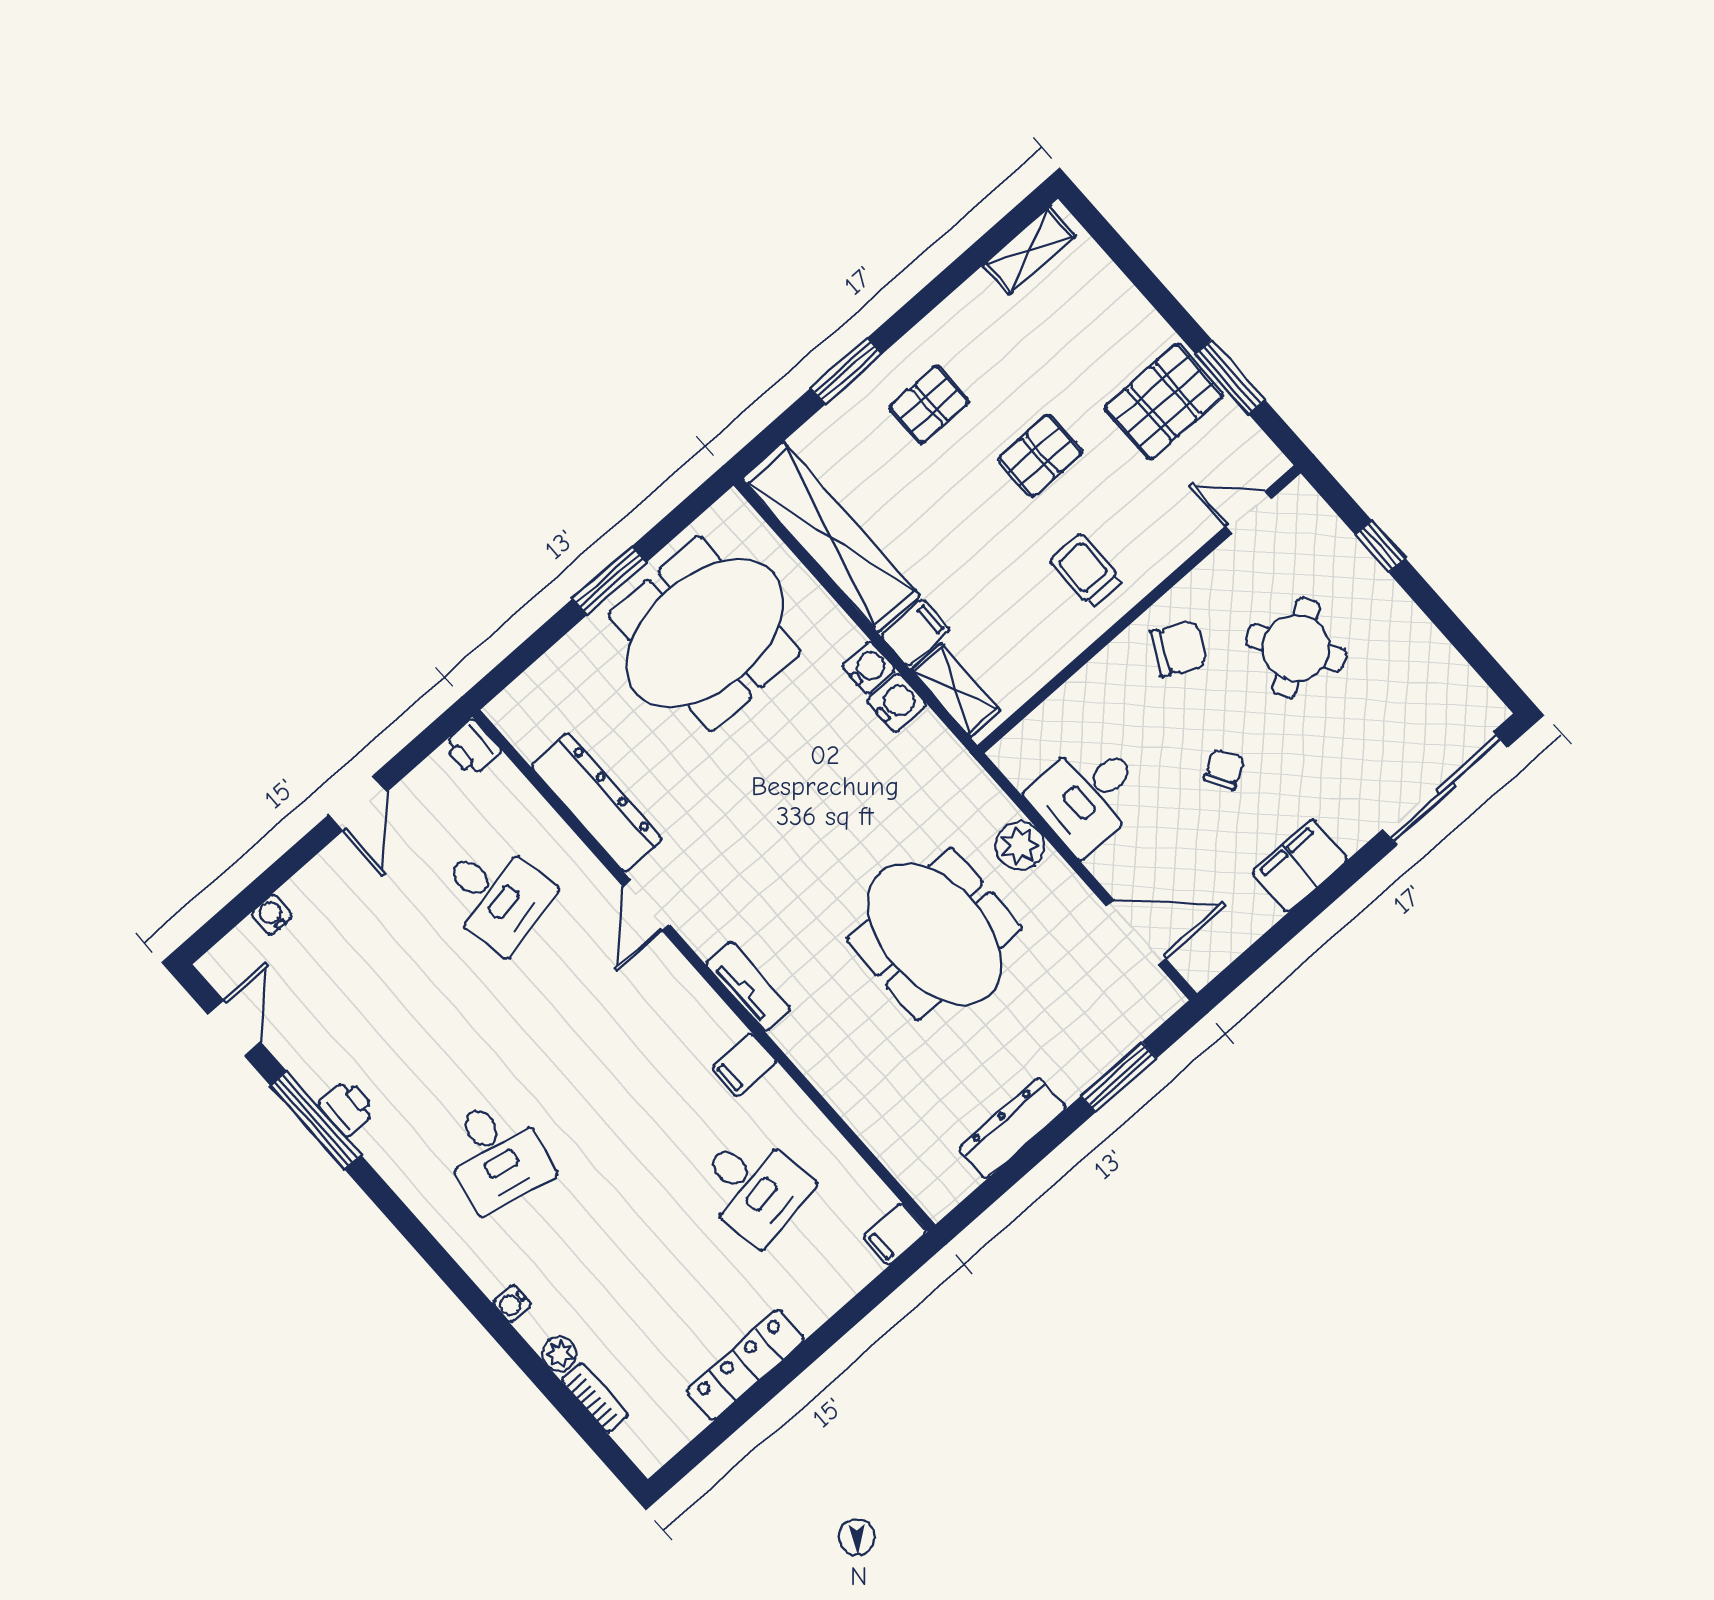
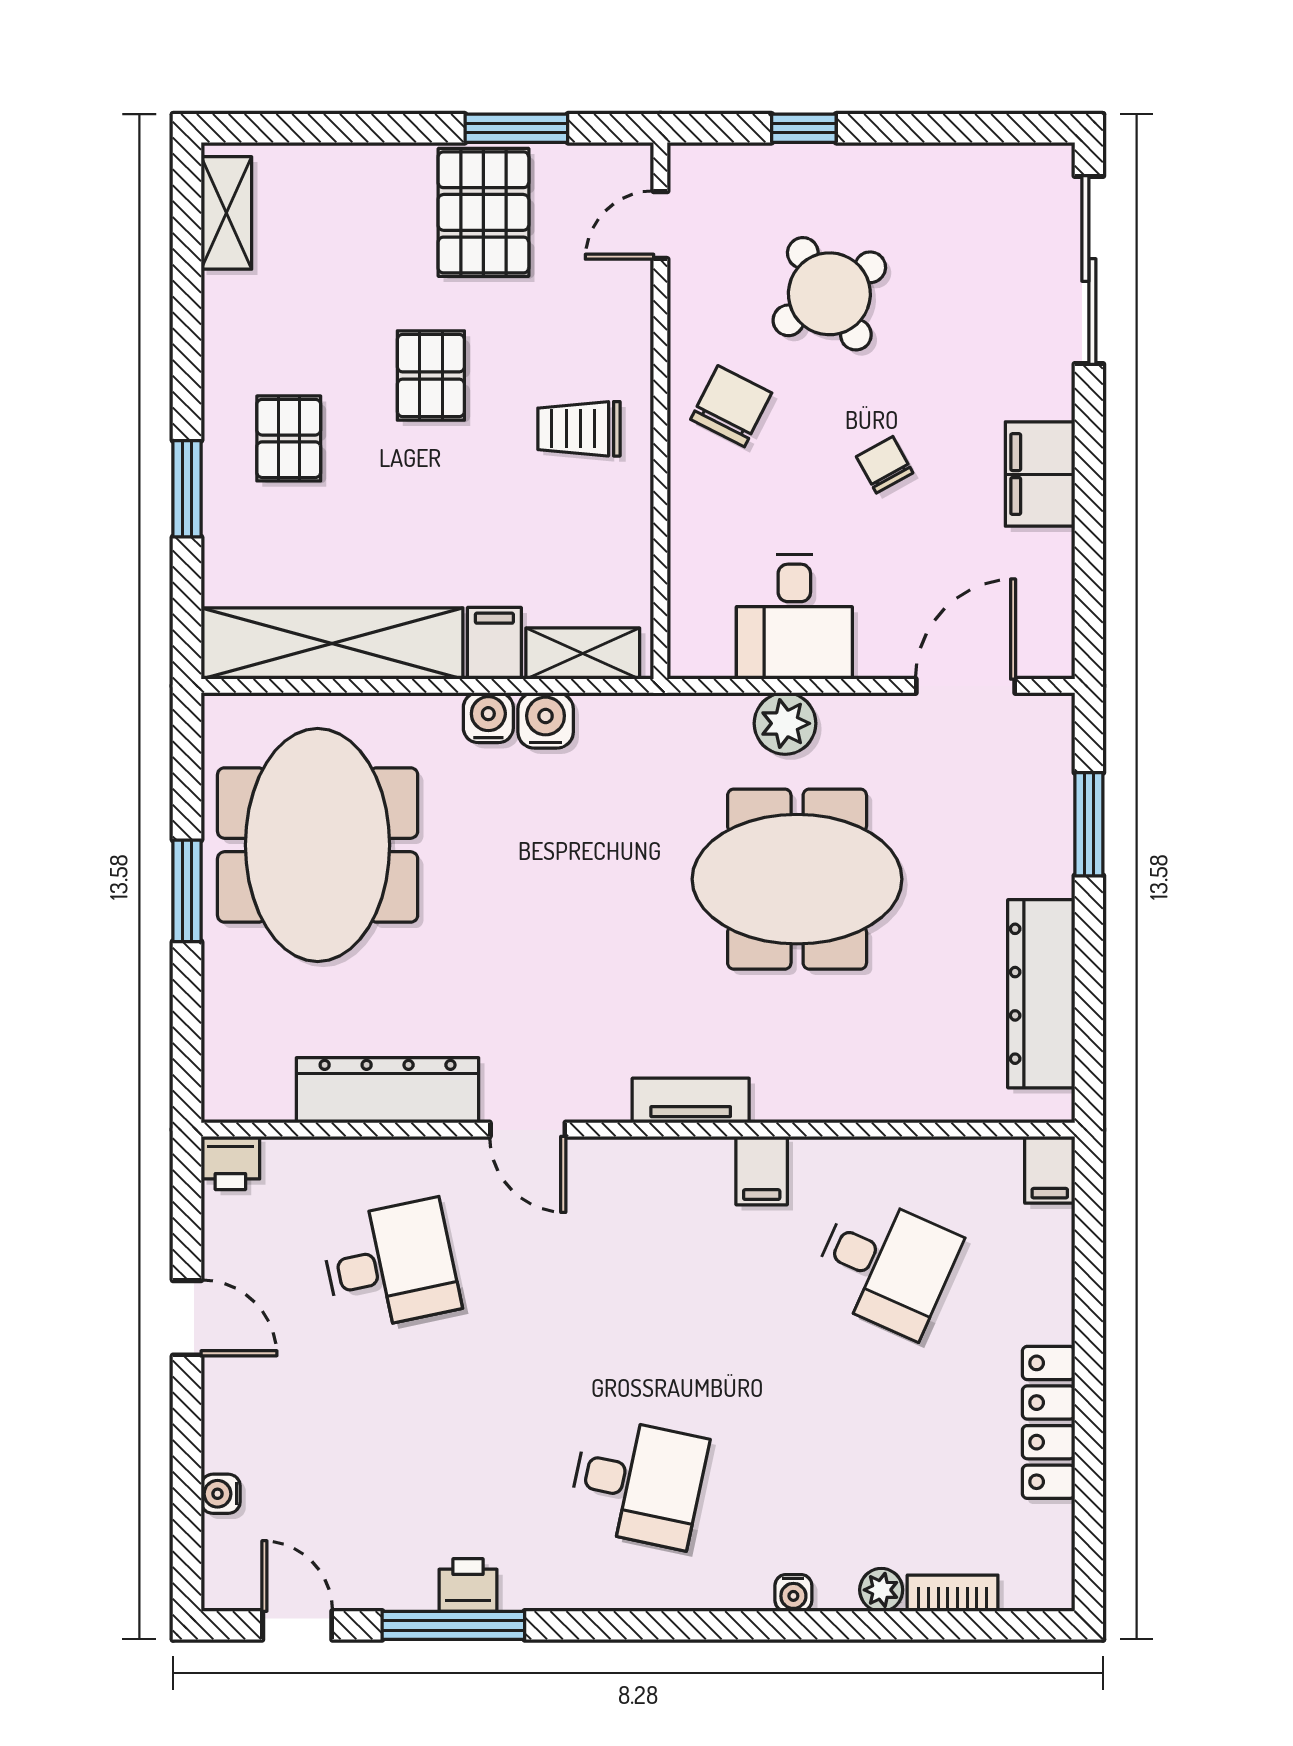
dresser: (1012, 1128) -> (1041, 994), width x1.37, depth x1.24
desk: (753, 1187) -> (885, 1265), turned 33

